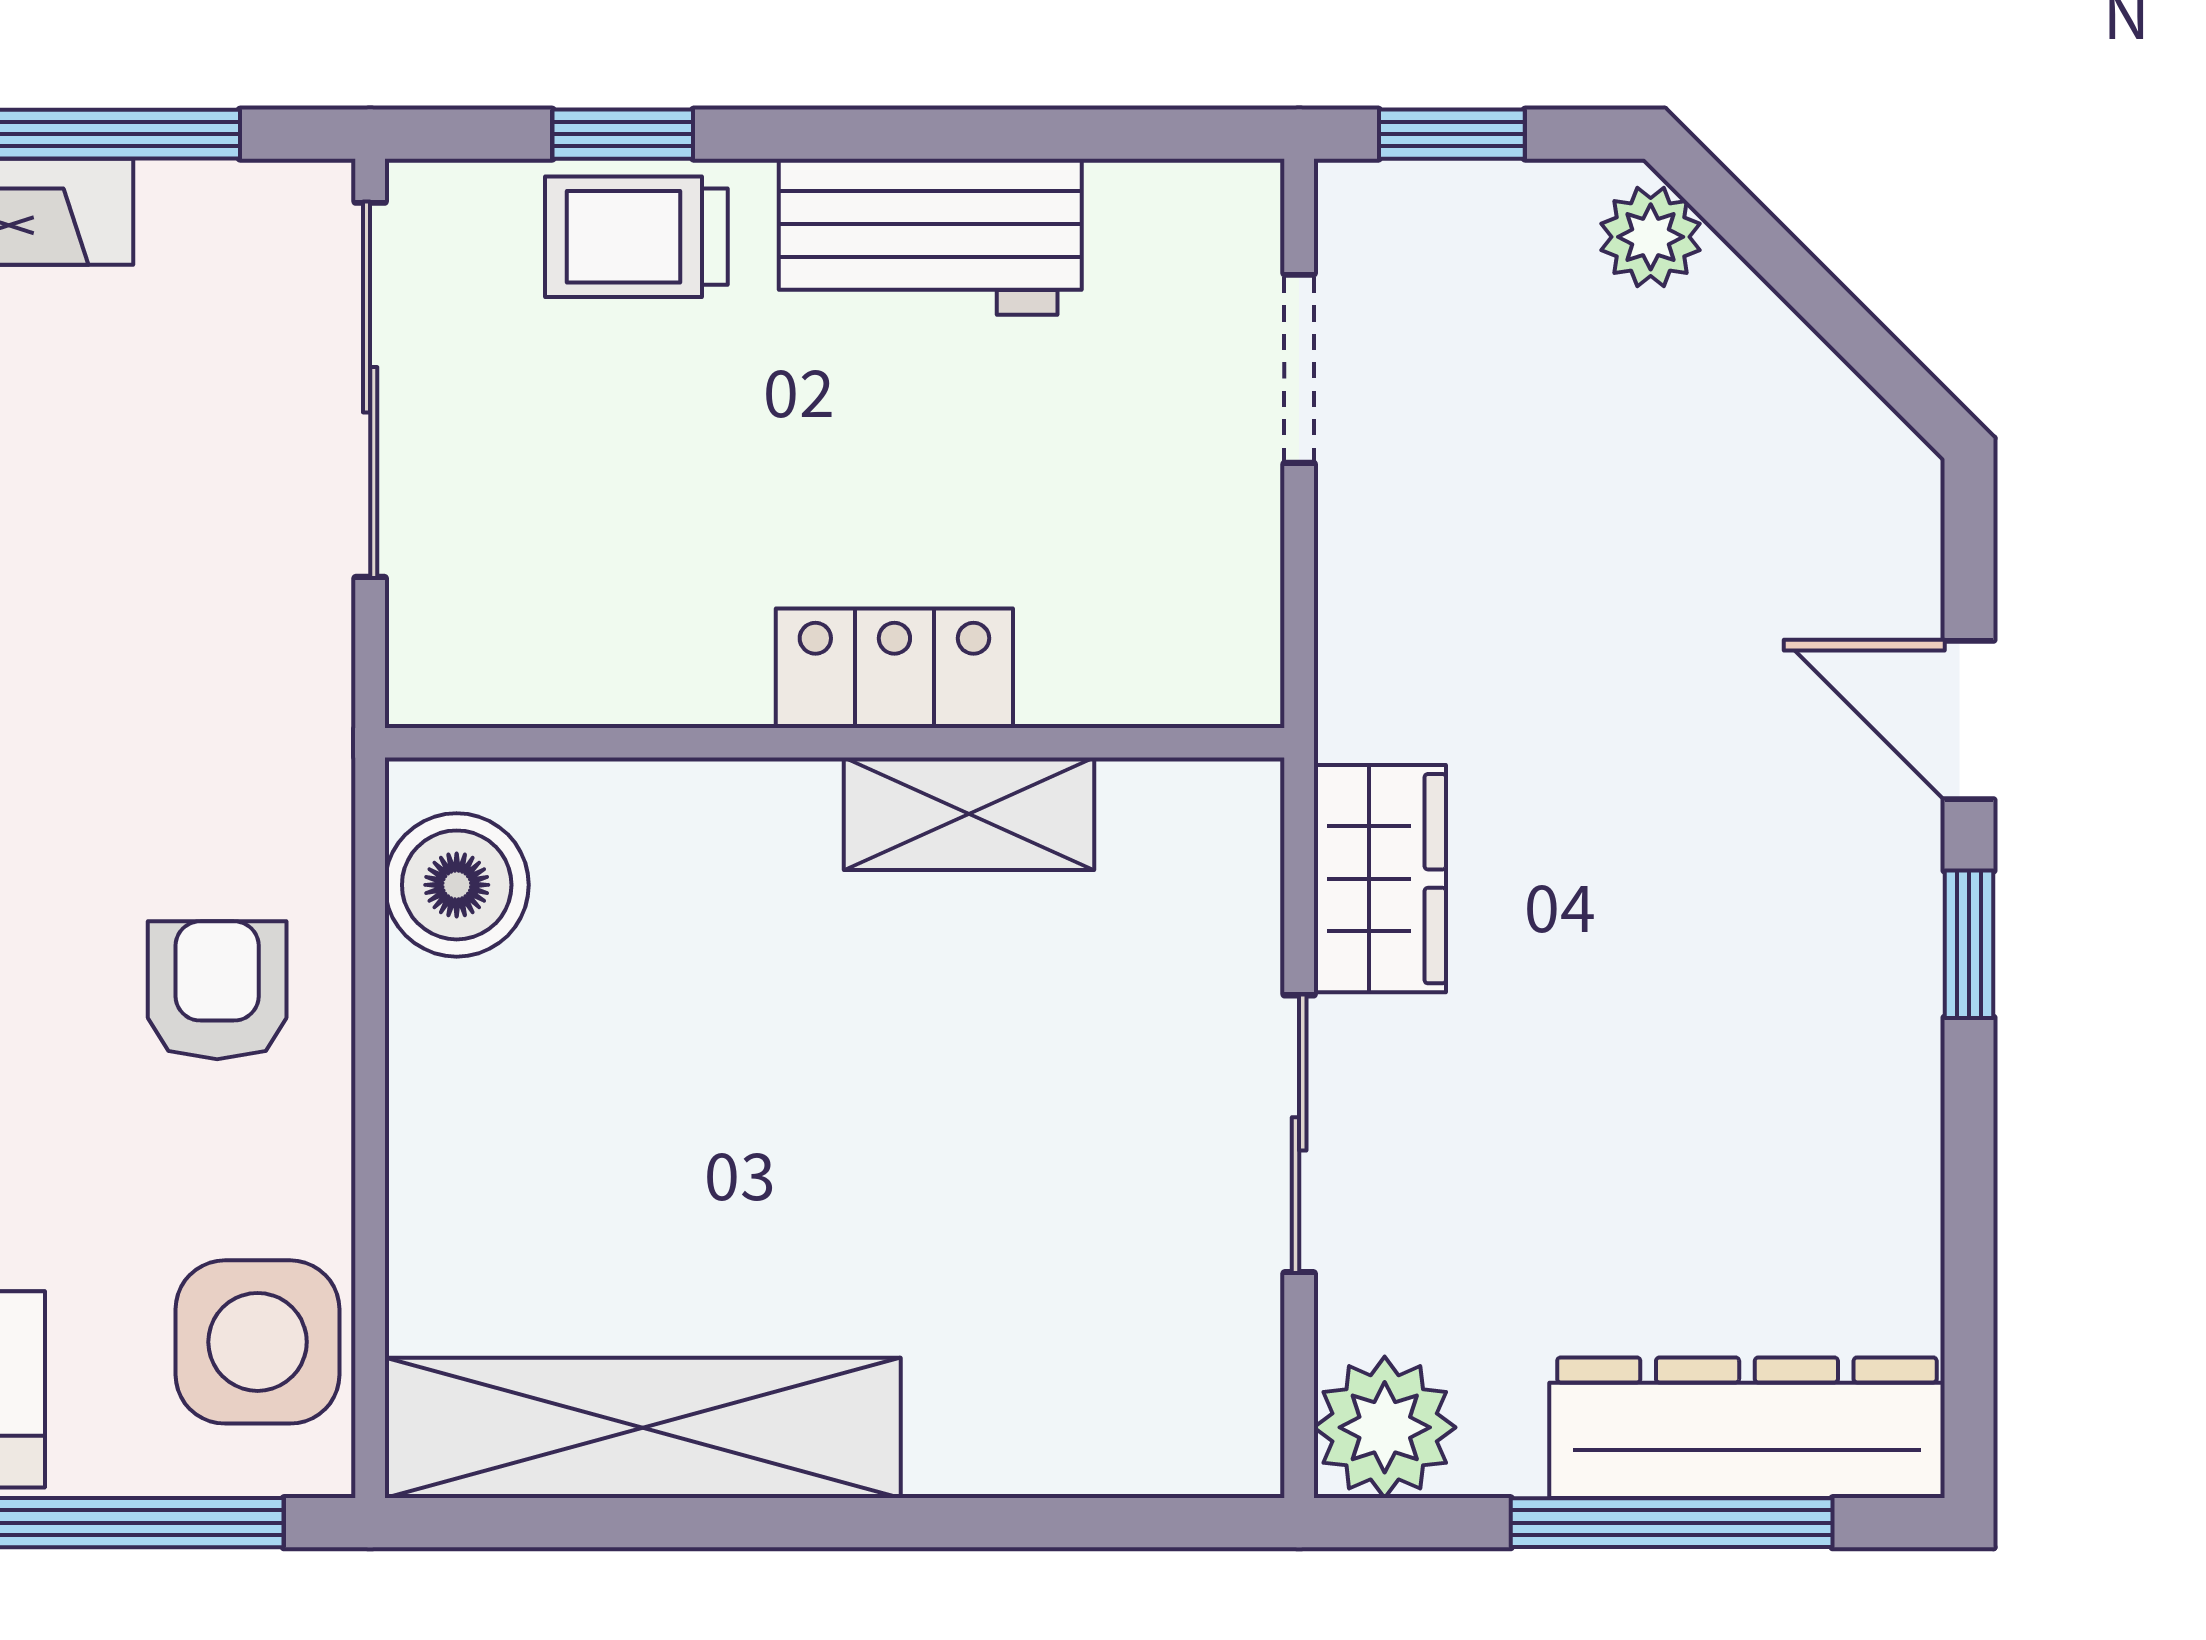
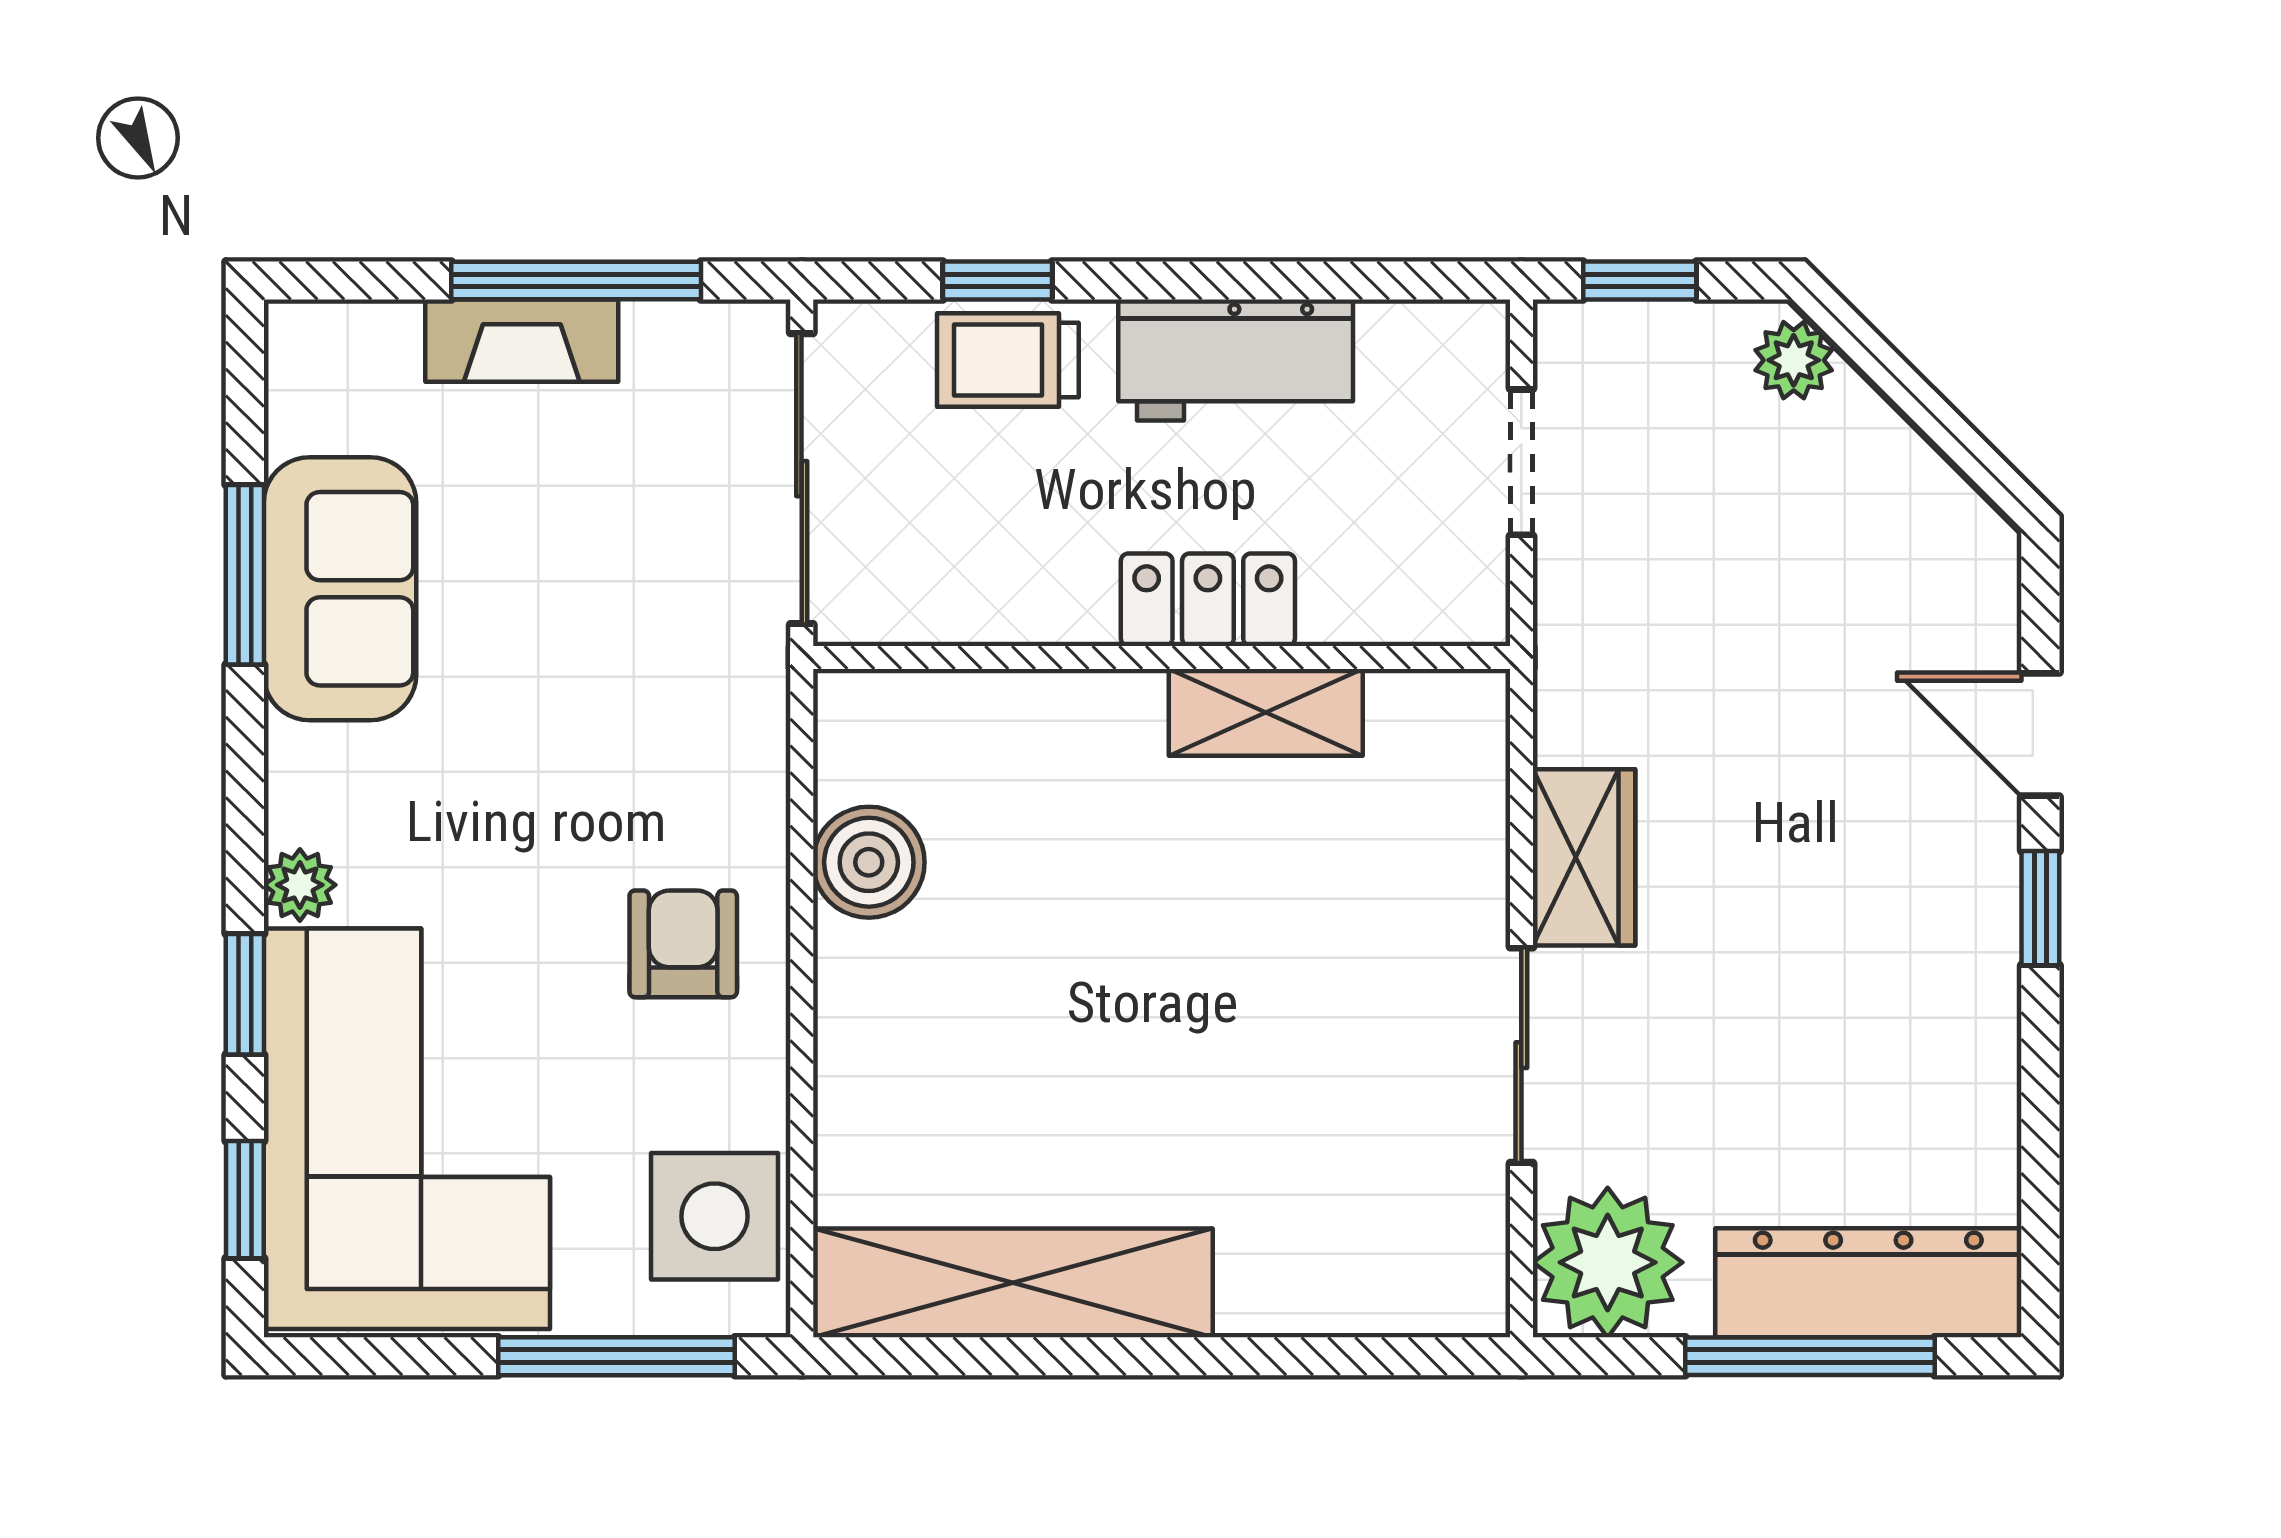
locker: (894, 668) -> (1208, 600), moved
wall: (835, 743) -> (1162, 657), moved
shelving: (969, 814) -> (1266, 712), moved
plant: (1385, 1427) -> (1608, 1262), width x1.36, depth x1.36

